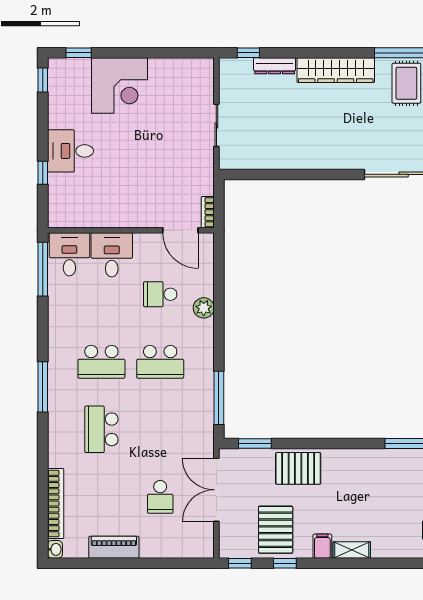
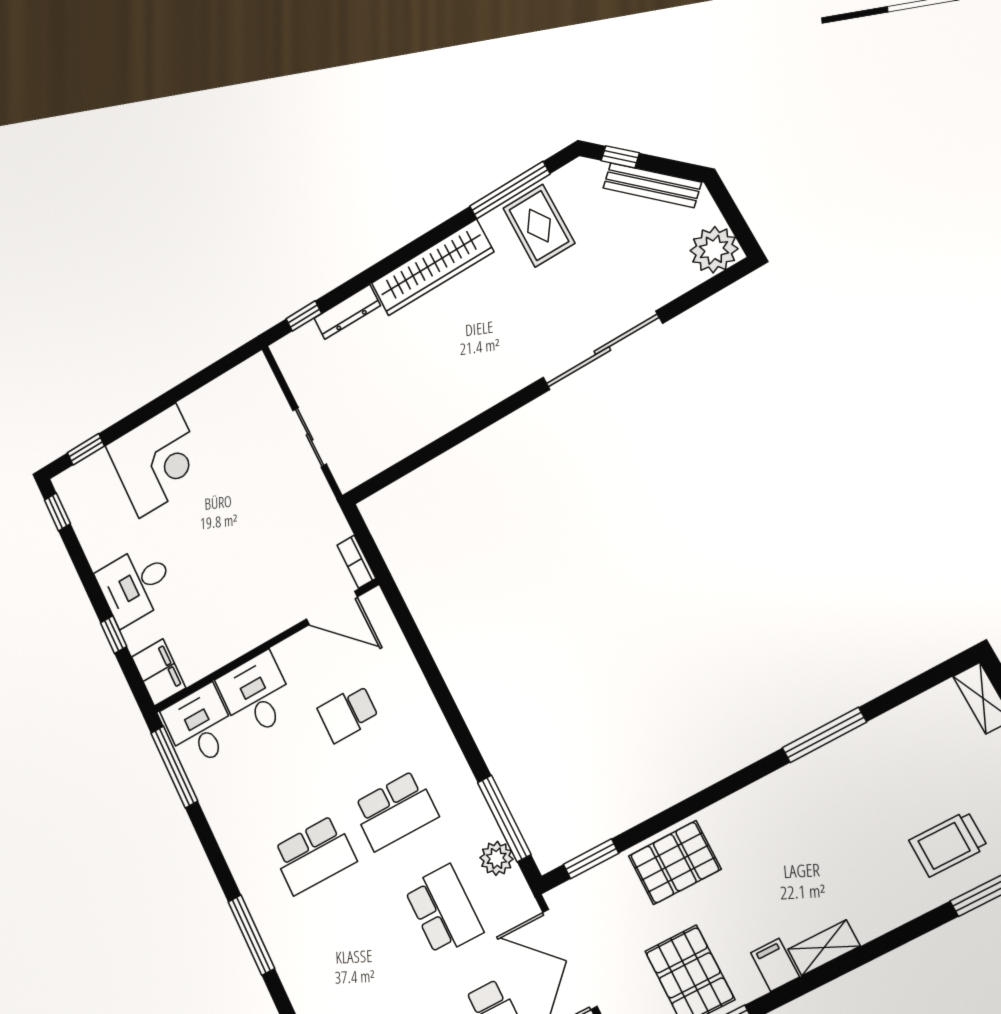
filing cabinet: (60, 210) -> (159, 672), added
plant: (204, 308) -> (497, 858), moved
school desk: (101, 429) -> (444, 910), moved, turned 180

